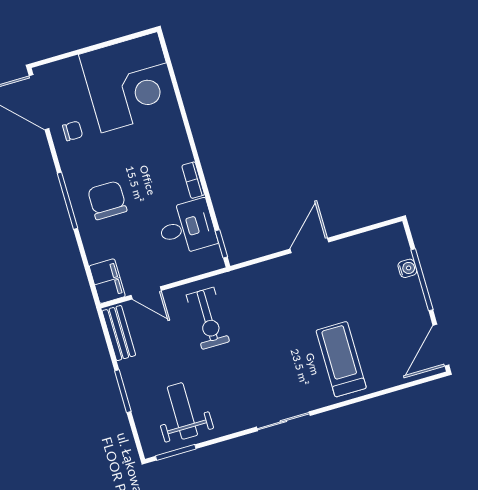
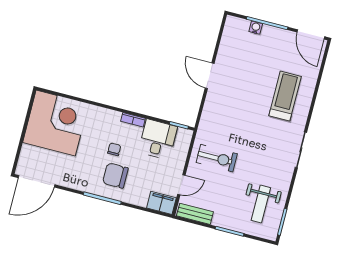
chair: (73, 131) -> (114, 149), moved
treadmill: (341, 359) -> (285, 96), turned 90
weight bench: (182, 411) -> (261, 204), turned -90

